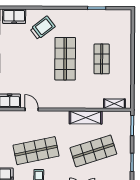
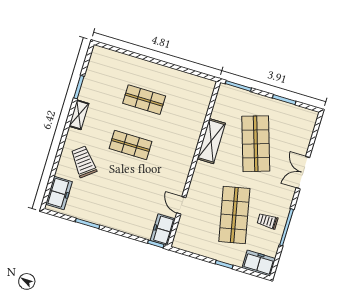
shop shelf: (65, 59) -> (131, 145), width x0.70, depth x0.74
shelving: (114, 104) -> (79, 115), moved
door: (32, 109) -> (181, 205), hinge flipped

